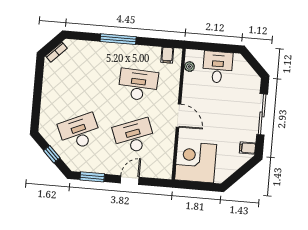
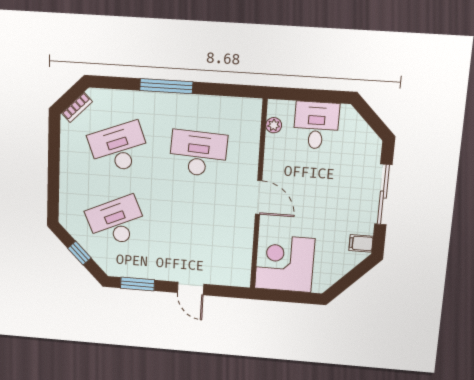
filing cabinet: (167, 55) -> (240, 109), removed
desk: (134, 136) -> (119, 148), moved
door: (130, 180) -> (191, 288), swing flipped

